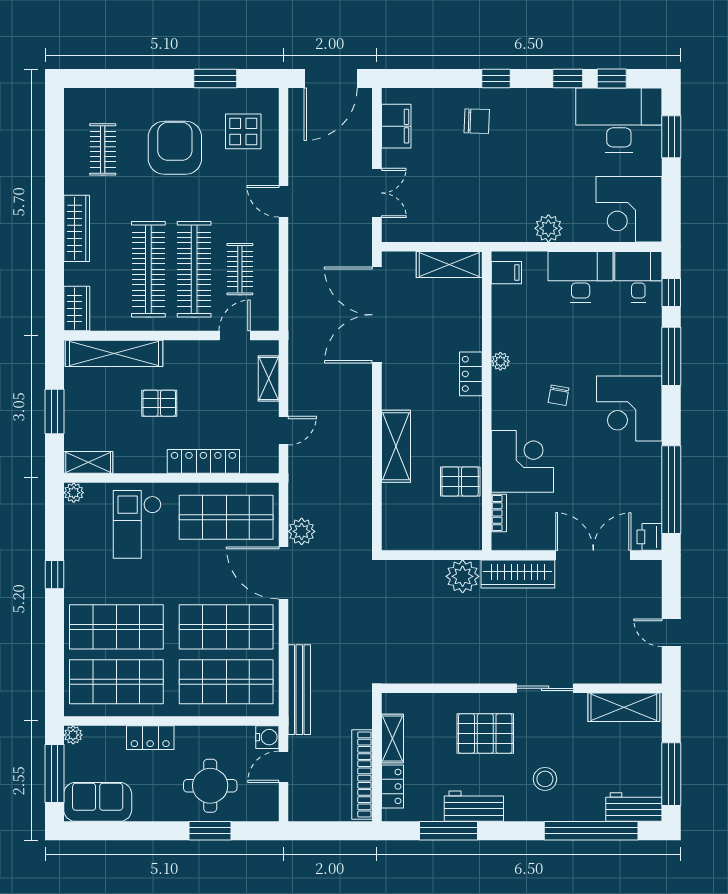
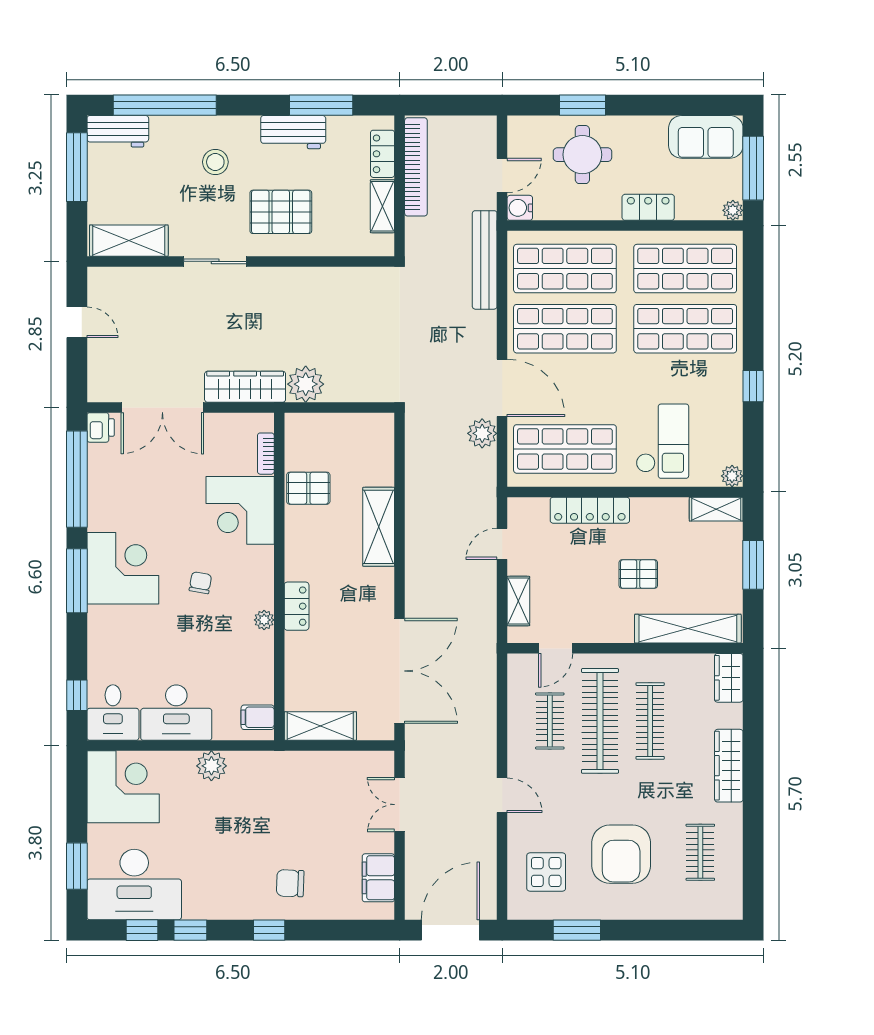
clothes rail: (148, 269) -> (650, 721), width x0.73, depth x0.76
window: (671, 356) -> (77, 581), moved

